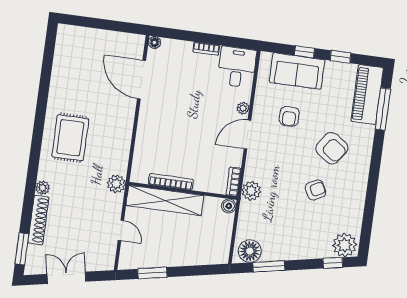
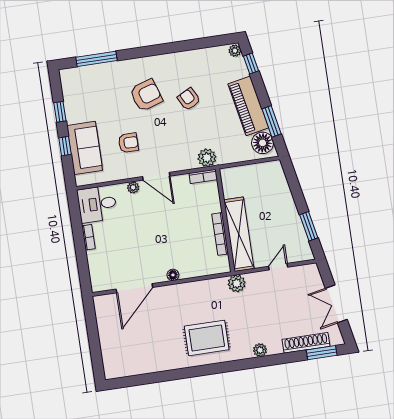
floor lamp: (154, 42) -> (173, 275), moved
piano: (367, 95) -> (248, 106), moved, turned 79
armchair: (332, 148) -> (146, 95), turned 37
boiler: (229, 206) -> (227, 174), removed
shoe rack: (38, 220) -> (306, 343), moved
plant: (345, 245) -> (235, 51), width x0.53, depth x0.53

